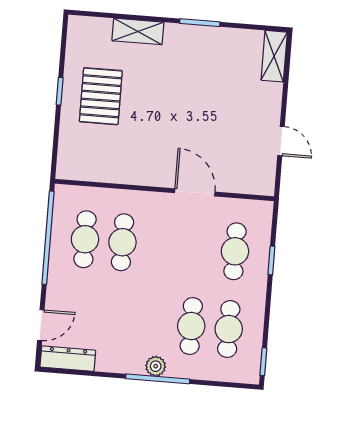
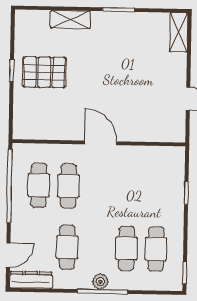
pallet: (101, 96) -> (44, 72), turned 90
door: (195, 192) -> (101, 143), moved
cafe table: (235, 251) -> (67, 247), moved

